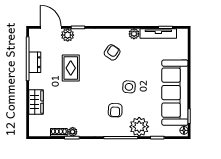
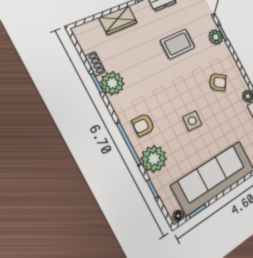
plant: (68, 35) -> (216, 37), moved
armchair: (115, 110) -> (143, 125), moved
plant: (73, 132) -> (112, 83), width x1.87, depth x1.87

